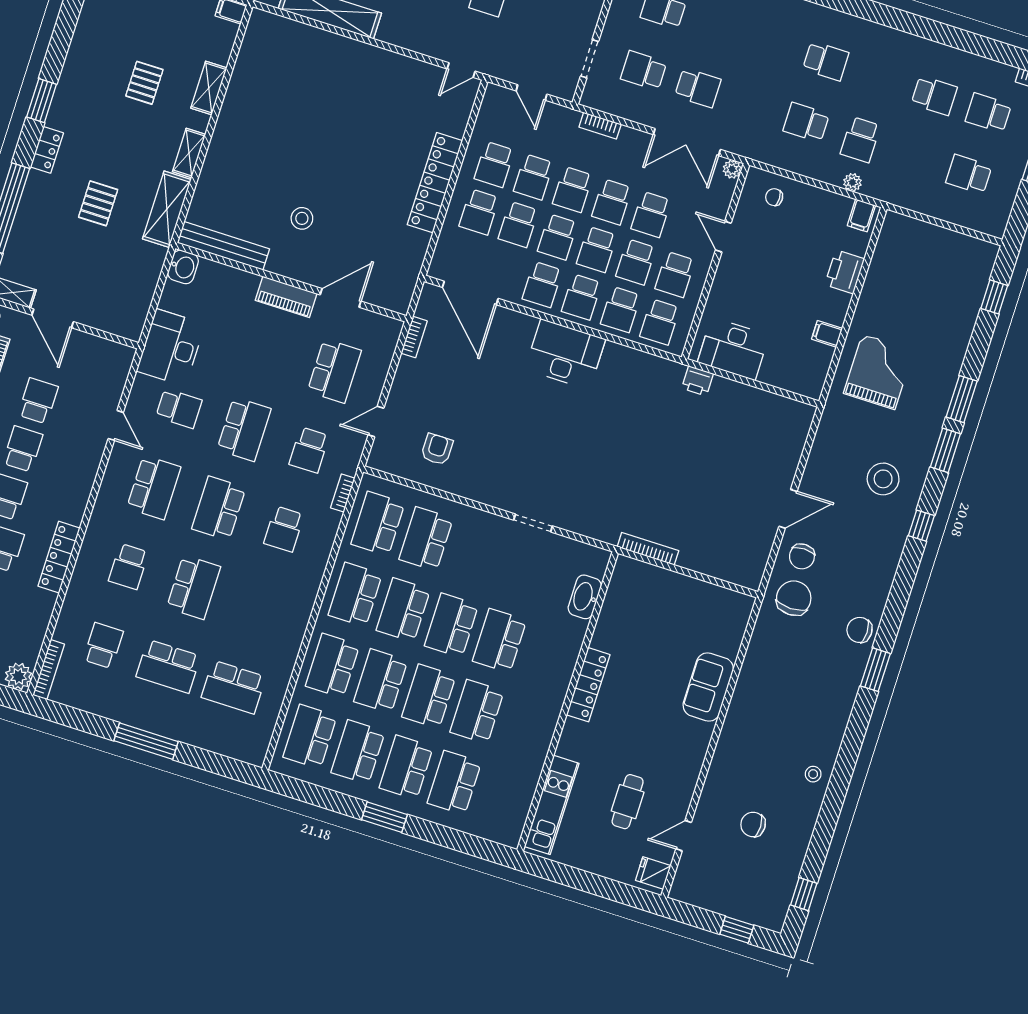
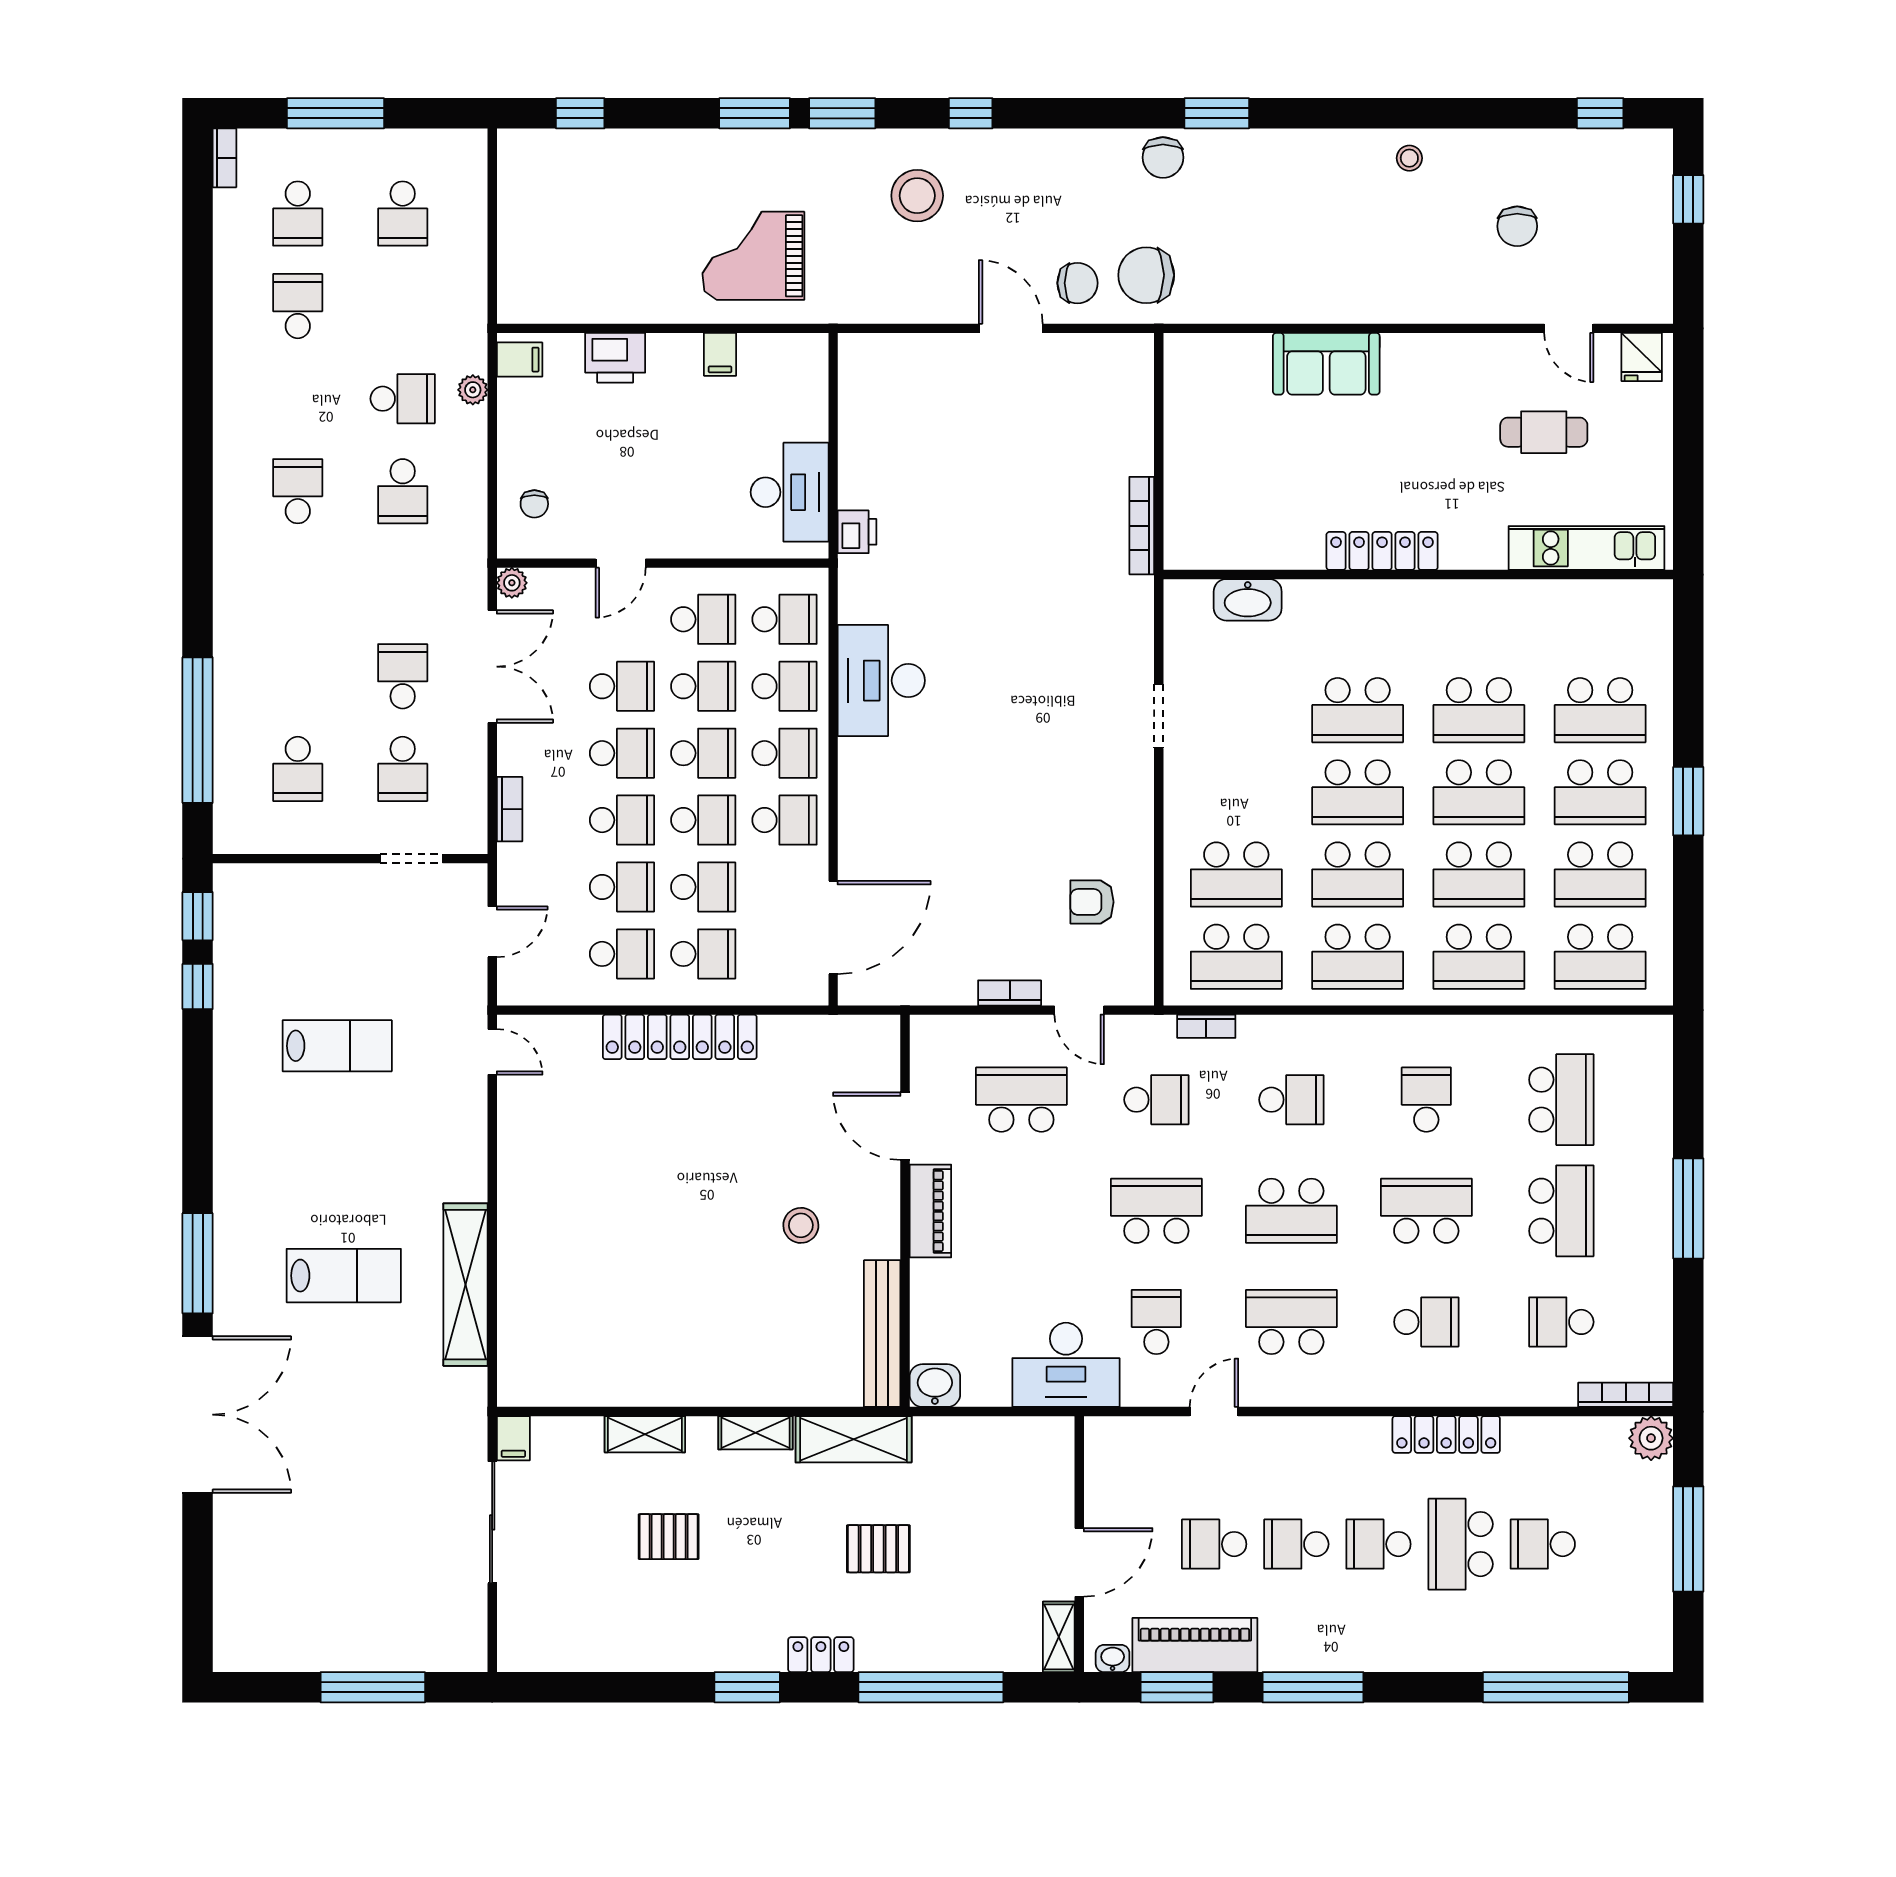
bookcase: (414, 337) -> (1010, 993), moved
desk: (565, 354) -> (881, 681), moved
school desk: (259, 608) -> (1426, 1100), added

